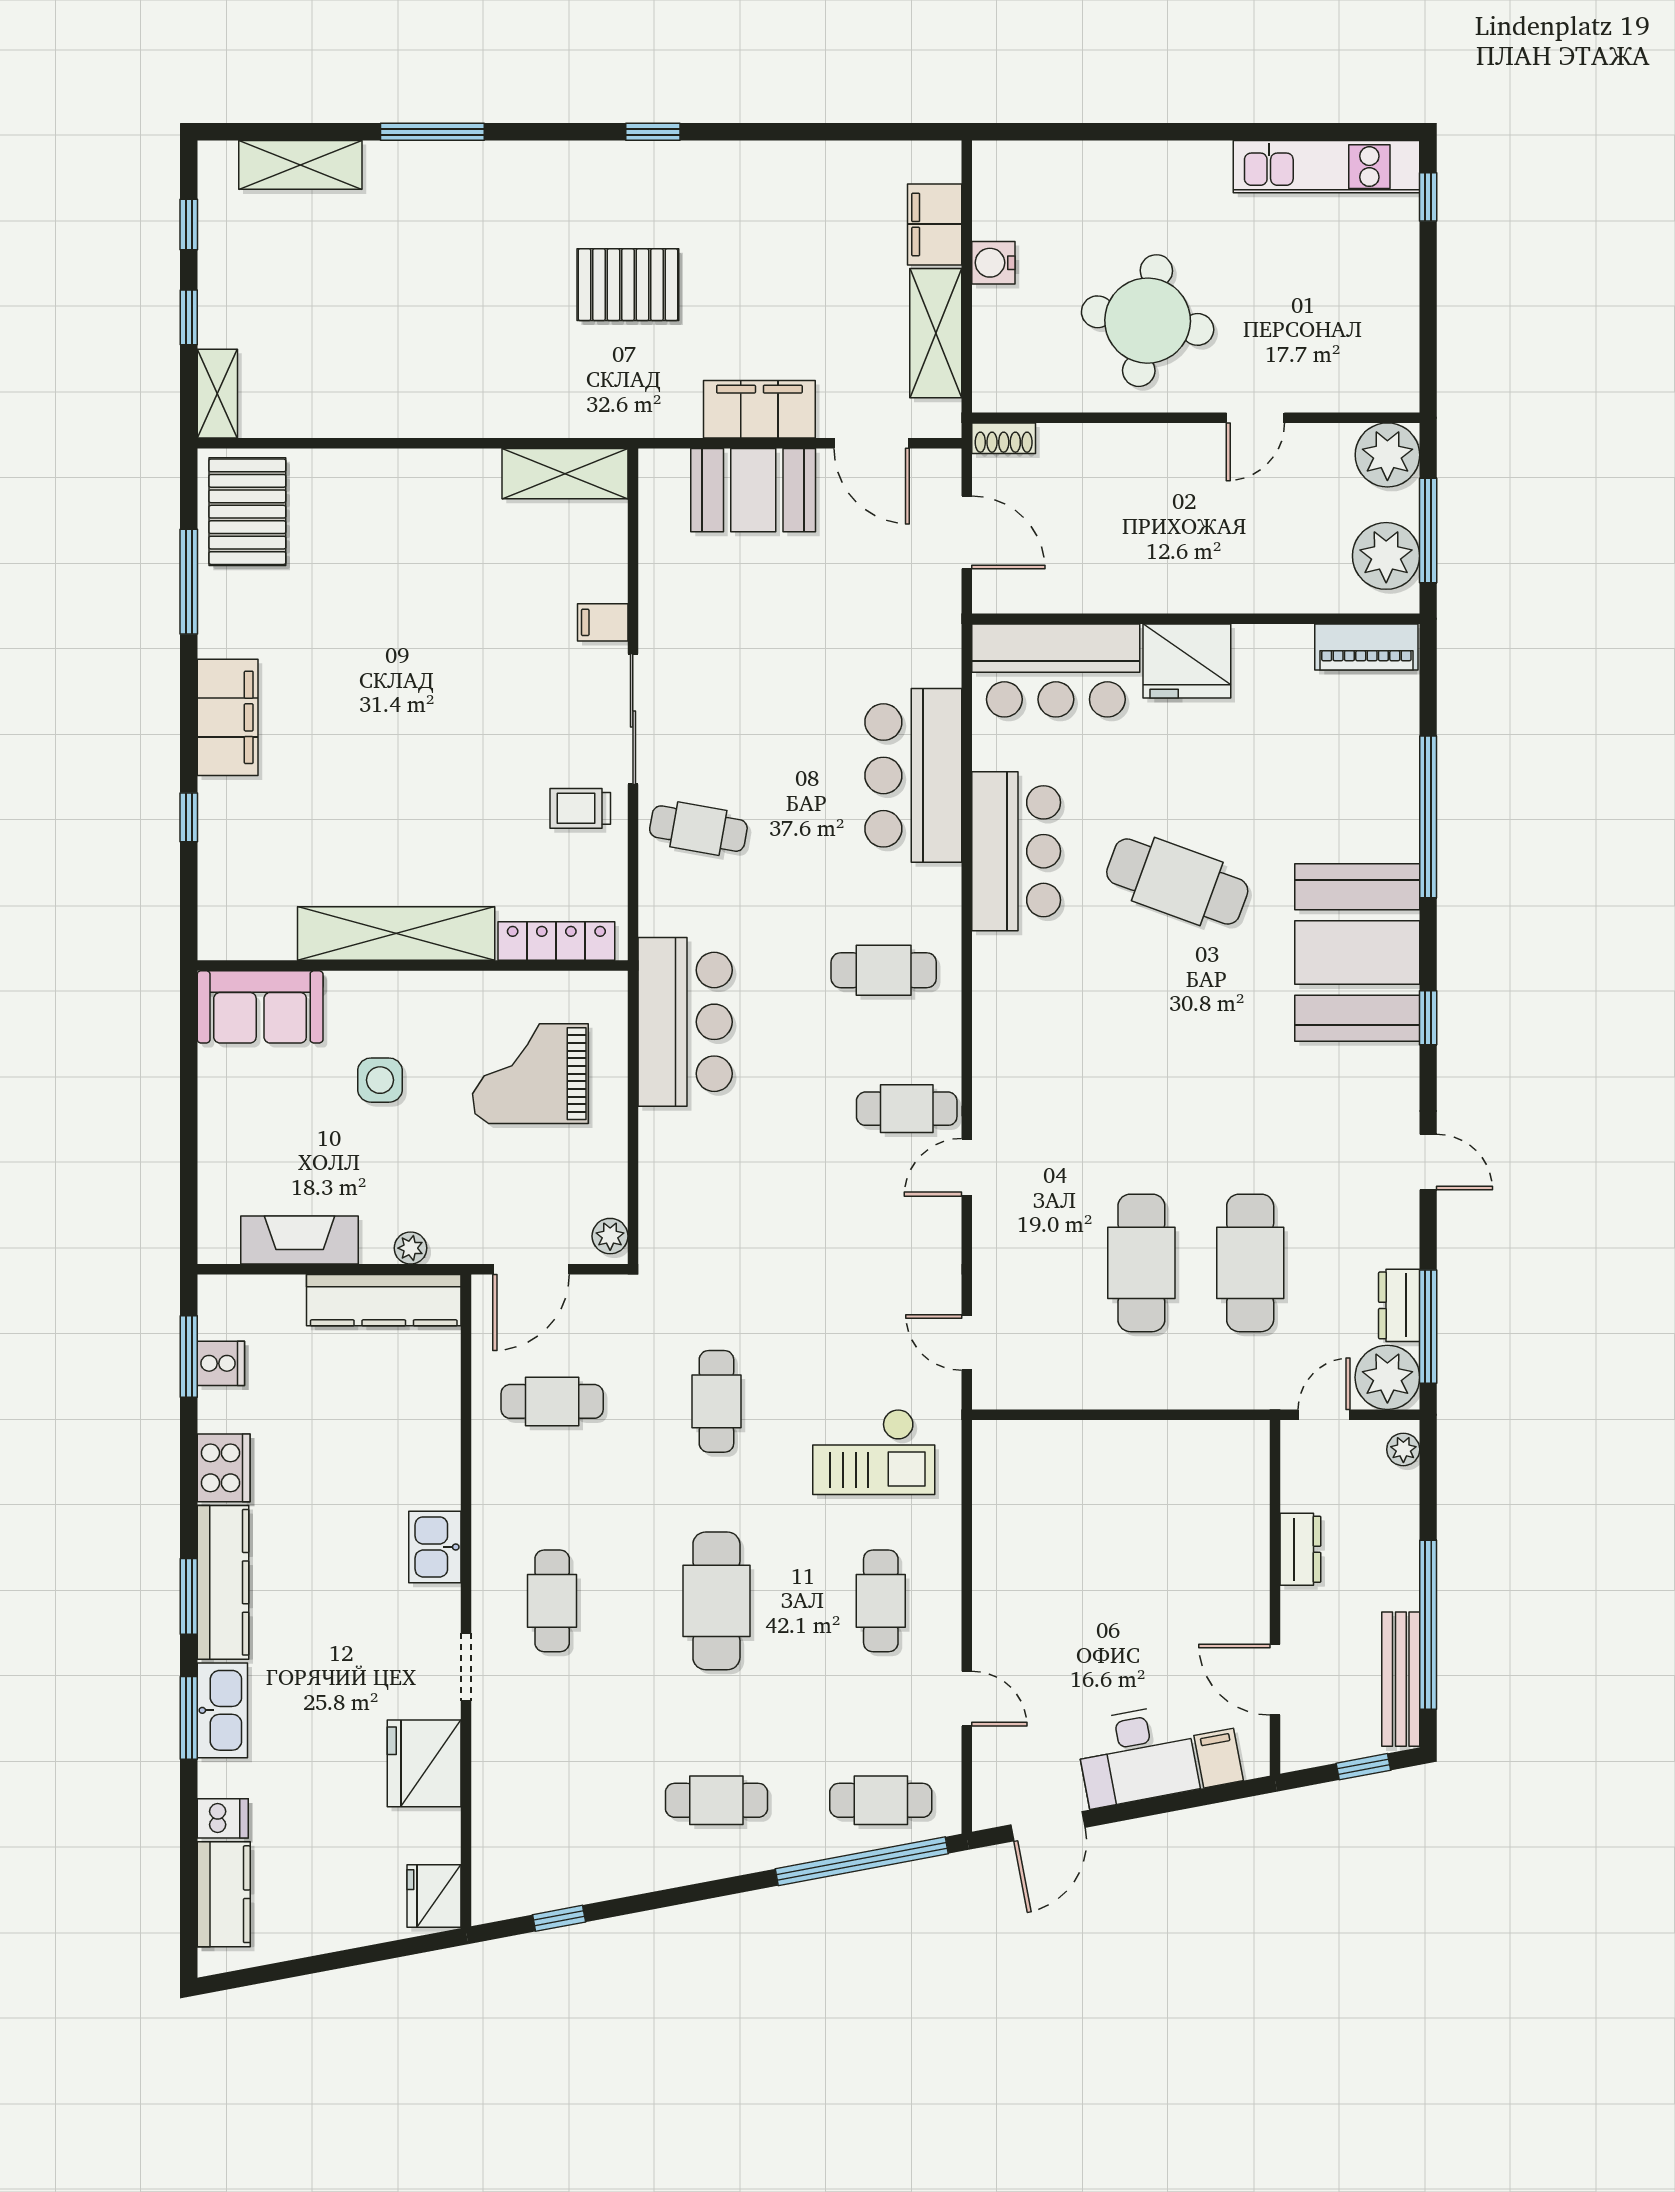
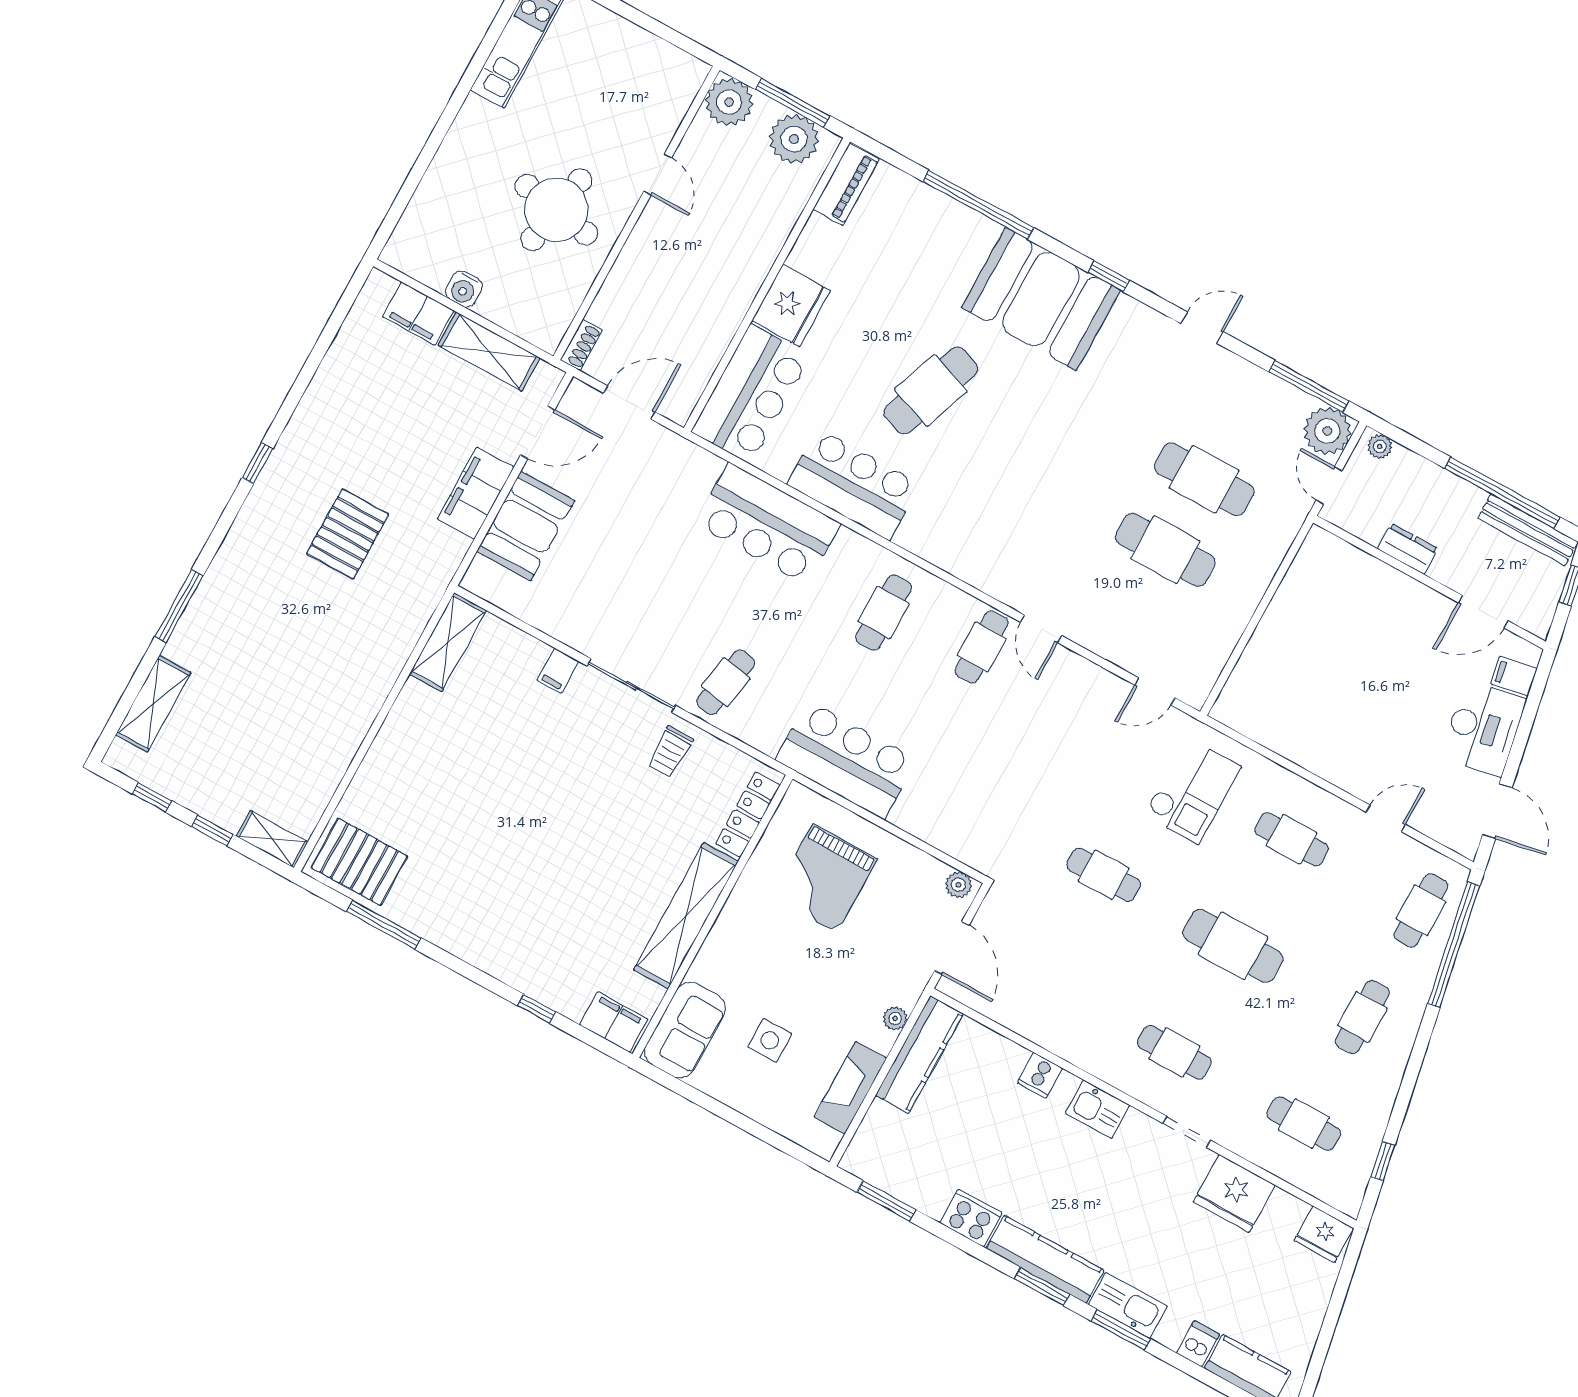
filing cabinet: (228, 717) -> (614, 1022), moved, width x0.67, depth x0.86
side table: (380, 1080) -> (770, 1040), moved
dresser: (1399, 1305) -> (1285, 398), removed
cooker: (221, 1363) -> (1040, 1075), moved, turned 180
cafe table: (552, 1401) -> (1304, 1124), moved, turned 90

